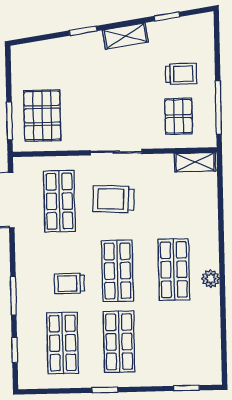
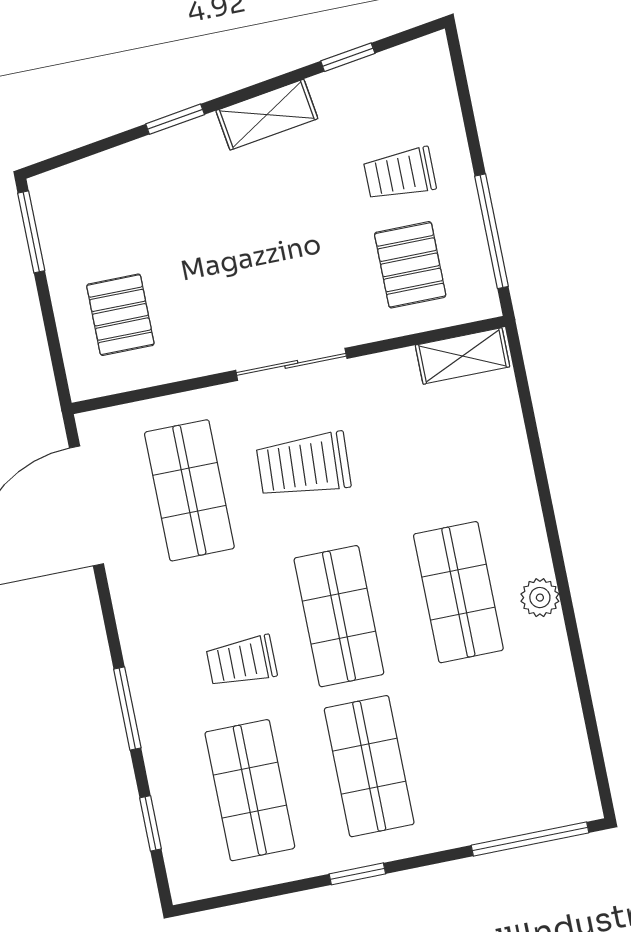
trolley: (181, 74) -> (400, 174), turned 180
pallet: (42, 116) -> (120, 315), width x0.67, depth x0.71
window: (9, 121) -> (31, 232), moved
window: (187, 388) -> (530, 839), width x2.17

